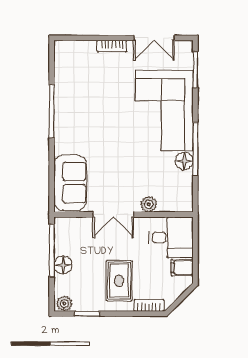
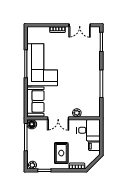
corner sofa: (164, 110) -> (42, 65), moved, turned 180
floor lamp: (184, 161) -> (96, 90), removed
floor lamp: (63, 265) -> (32, 124), moved

